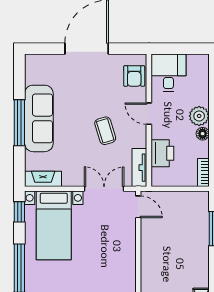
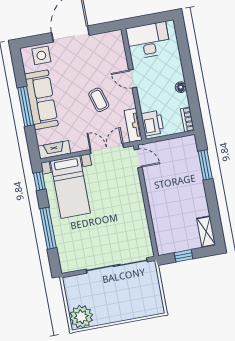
side table: (48, 67) -> (41, 55), added
desk: (168, 73) -> (148, 40), width x1.37
armchair: (134, 76) -> (115, 49), removed
plant: (199, 116) -> (175, 73), removed
printer: (162, 153) -> (153, 123), moved

